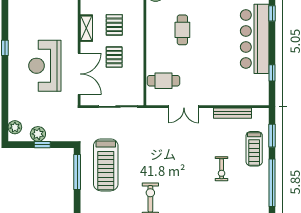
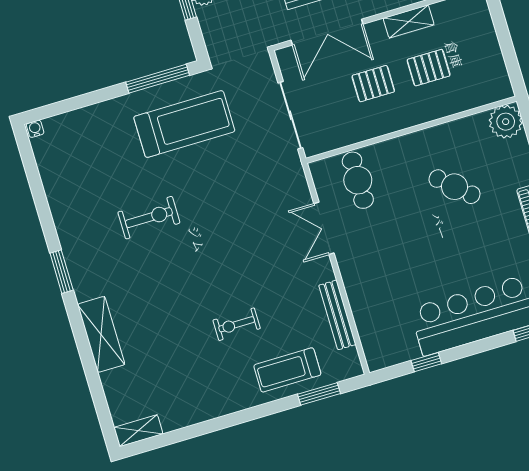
cafe table: (182, 30) -> (455, 187), turned 42
treadmill: (106, 165) -> (184, 124), turned 180
window: (272, 183) -> (238, 418), removed

